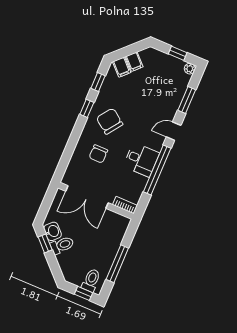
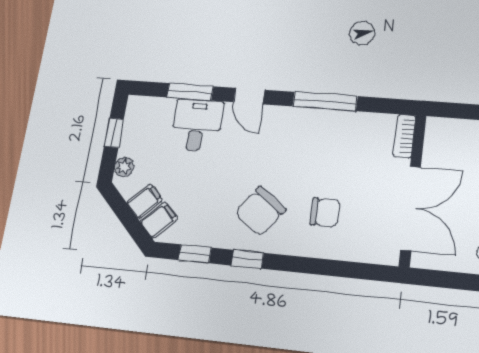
plant: (190, 69) -> (124, 167), moved
desk: (141, 160) -> (197, 125), moved
window: (157, 170) -> (325, 101), width x0.68

